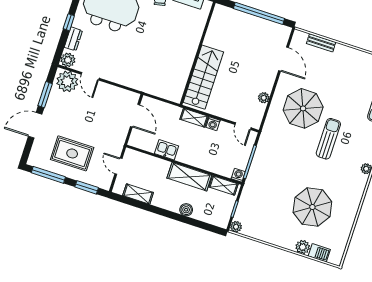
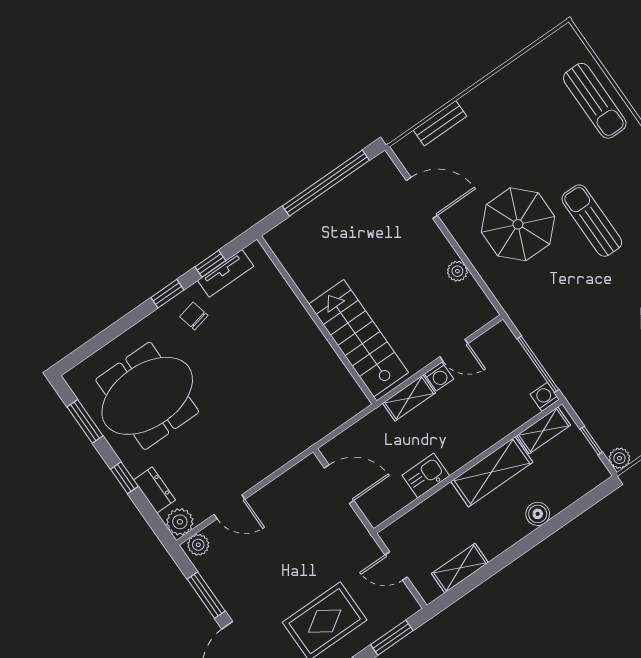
plant: (67, 81) -> (198, 545), width x0.53, depth x0.53
door: (243, 126) -> (454, 350), moved

